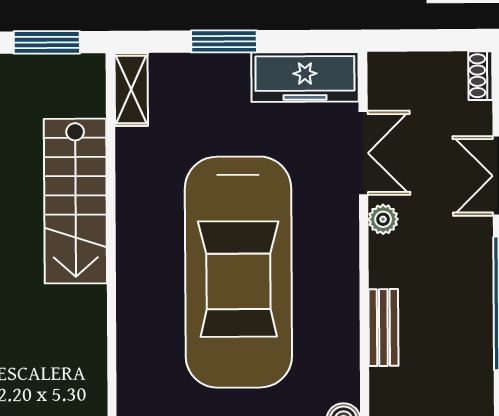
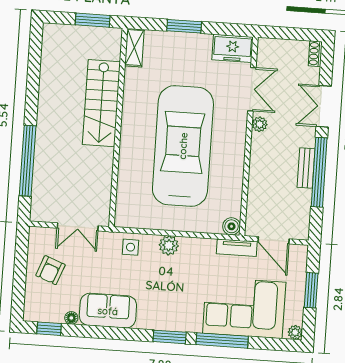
freezer: (305, 77) -> (233, 48), width x0.71
car: (238, 272) -> (183, 146), turned 180
bench: (383, 328) -> (306, 168), moved

